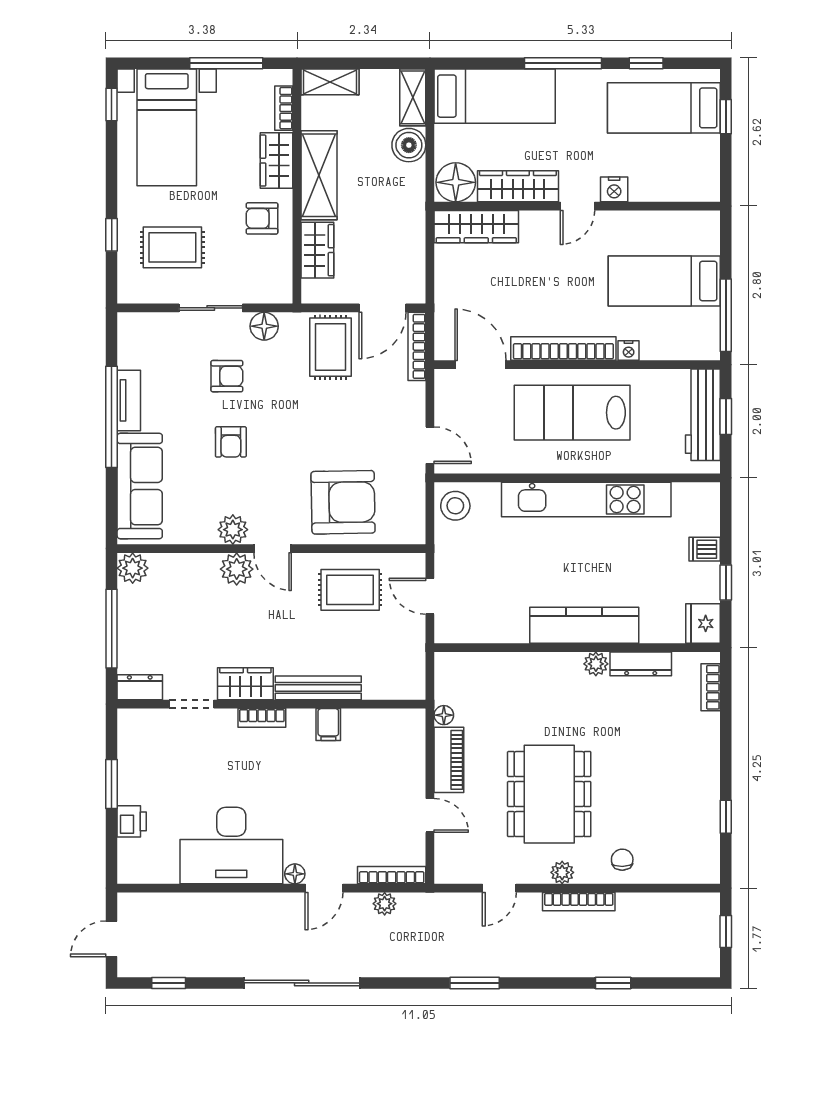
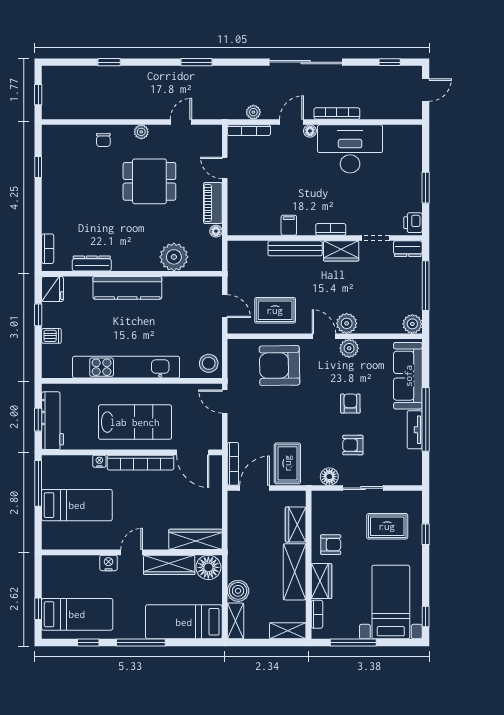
plant: (596, 664) -> (174, 257), moved, width x1.87, depth x1.87
dining table: (549, 794) -> (149, 181), width x0.73
printer: (132, 821) -> (413, 223), moved
bookcase: (579, 902) -> (337, 113), moved

